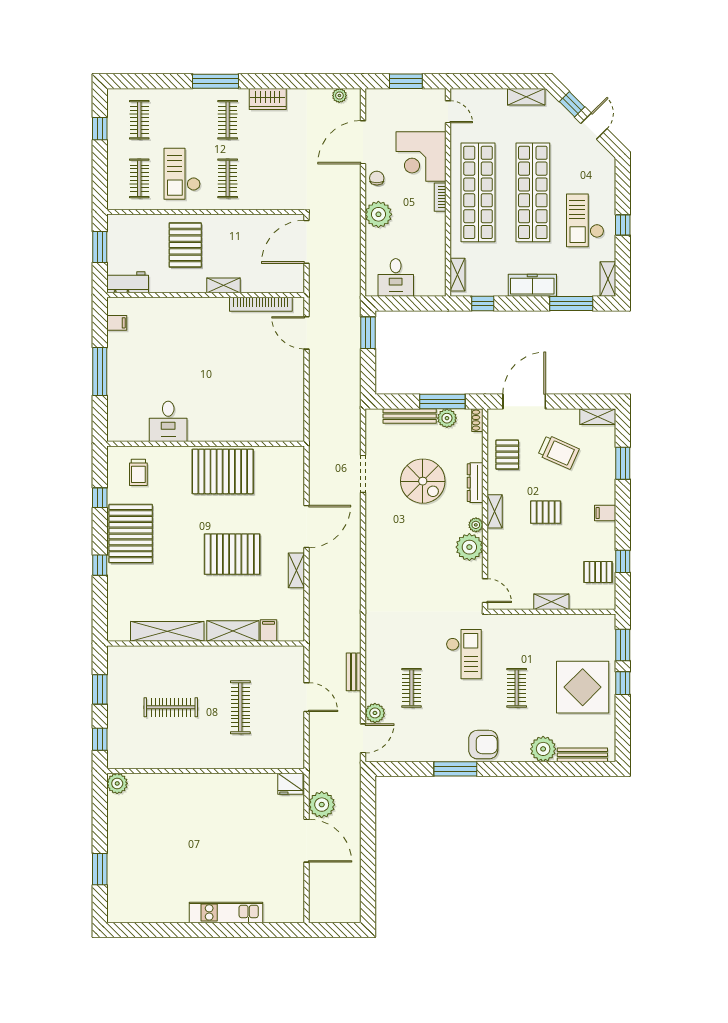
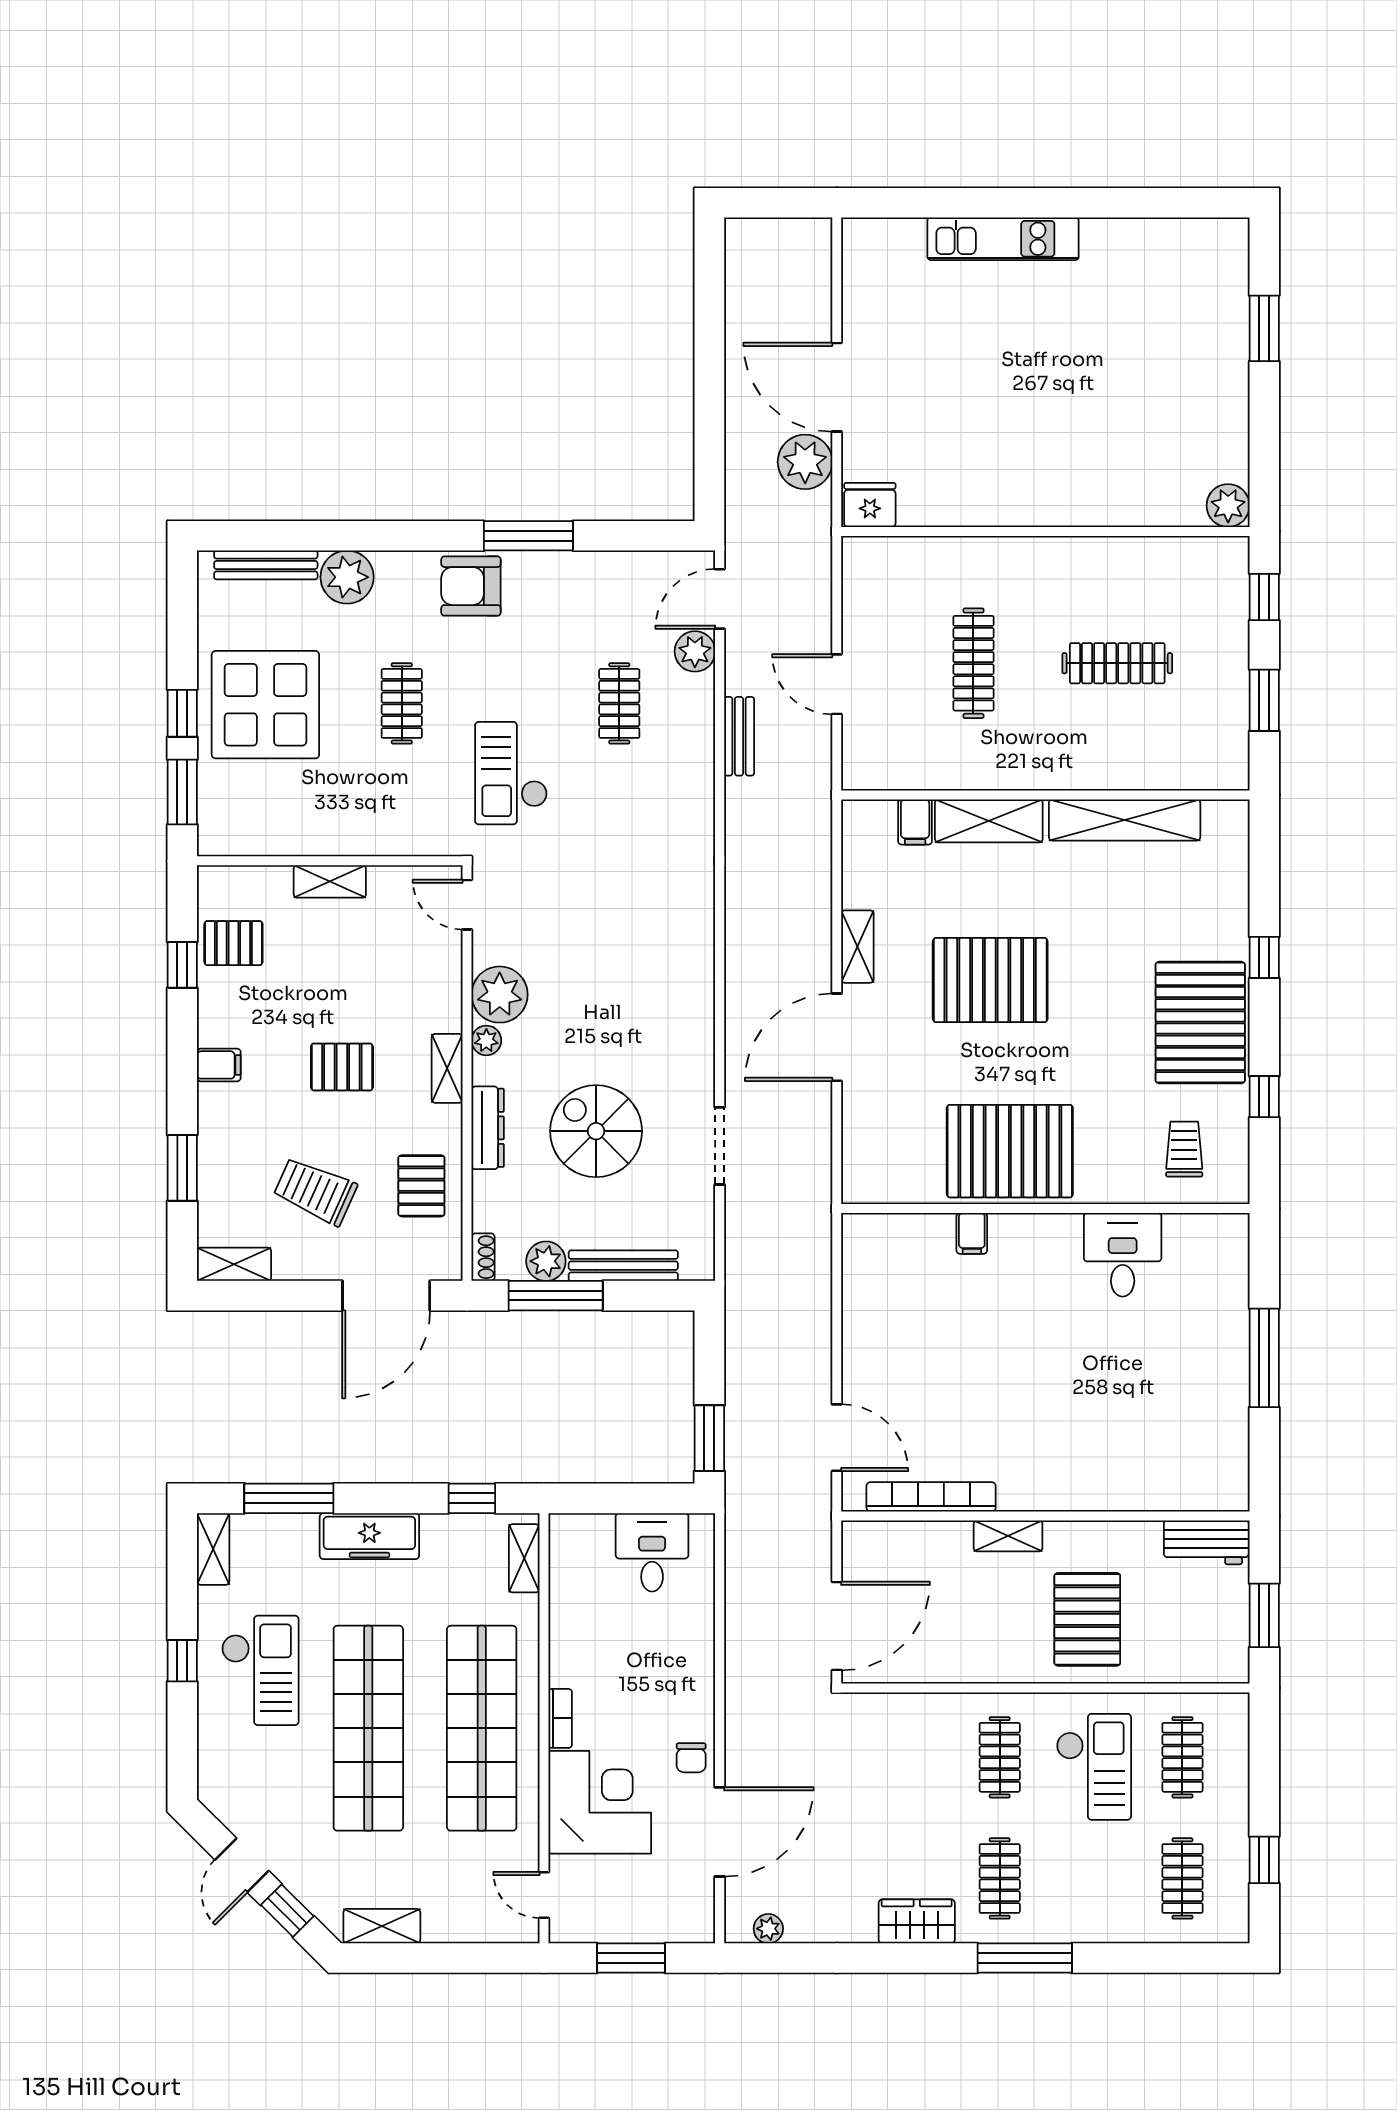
plant: (378, 214) -> (688, 1683), removed
filing cabinet: (117, 323) -> (972, 1233), moved, turned -90

